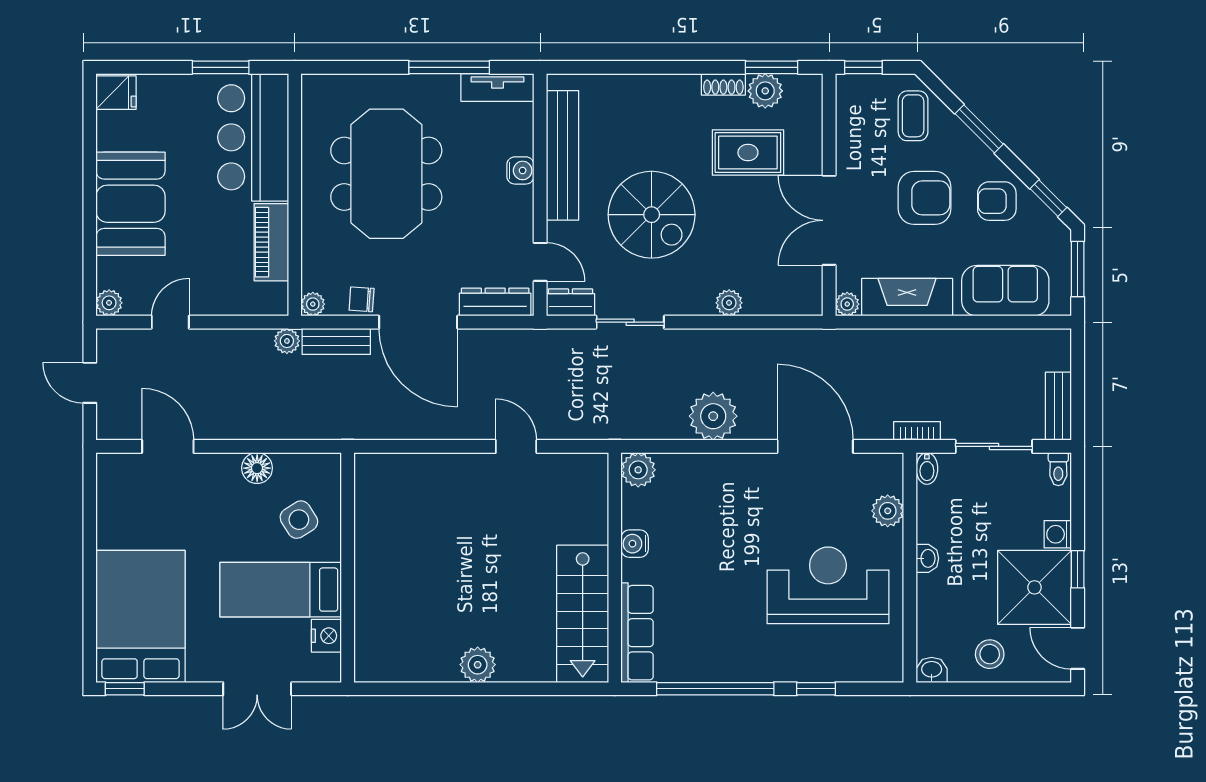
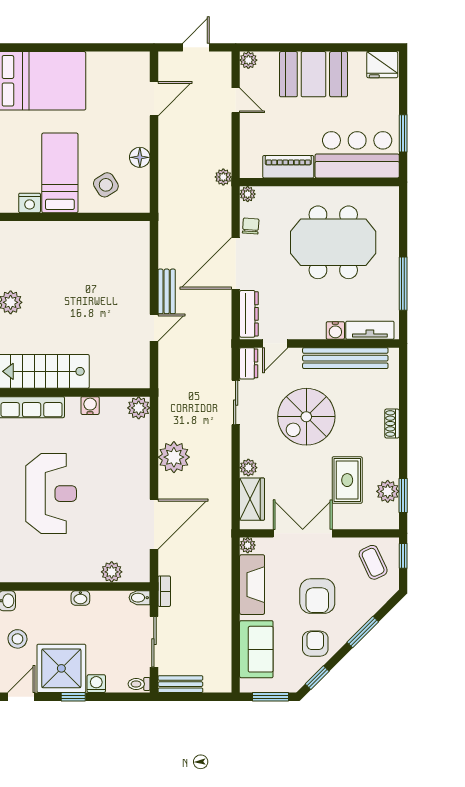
shoe rack: (723, 84) -> (392, 424), moved
tv unit: (497, 88) -> (370, 330), moved, turned 90
fridge: (116, 93) -> (382, 65), width x1.38
coffee table: (913, 116) -> (373, 562), moved, turned 65
wardrobe: (777, 297) -> (252, 499), added
bench: (336, 341) -> (167, 291), moved
reception desk: (828, 585) -> (51, 494), moved

